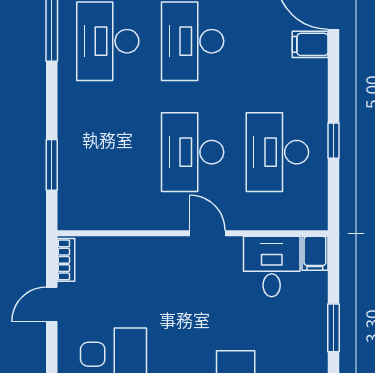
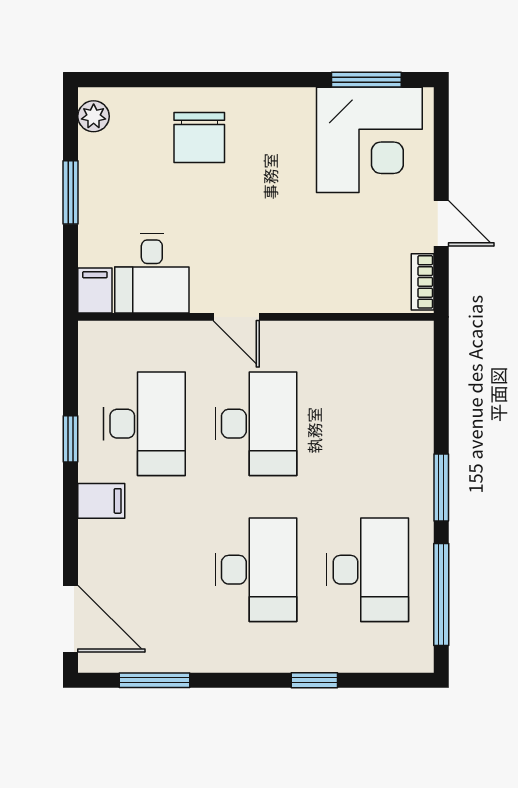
filing cabinet: (310, 44) -> (101, 501), moved
window: (52, 165) -> (441, 488), moved
door: (52, 304) -> (441, 223), hinge flipped

